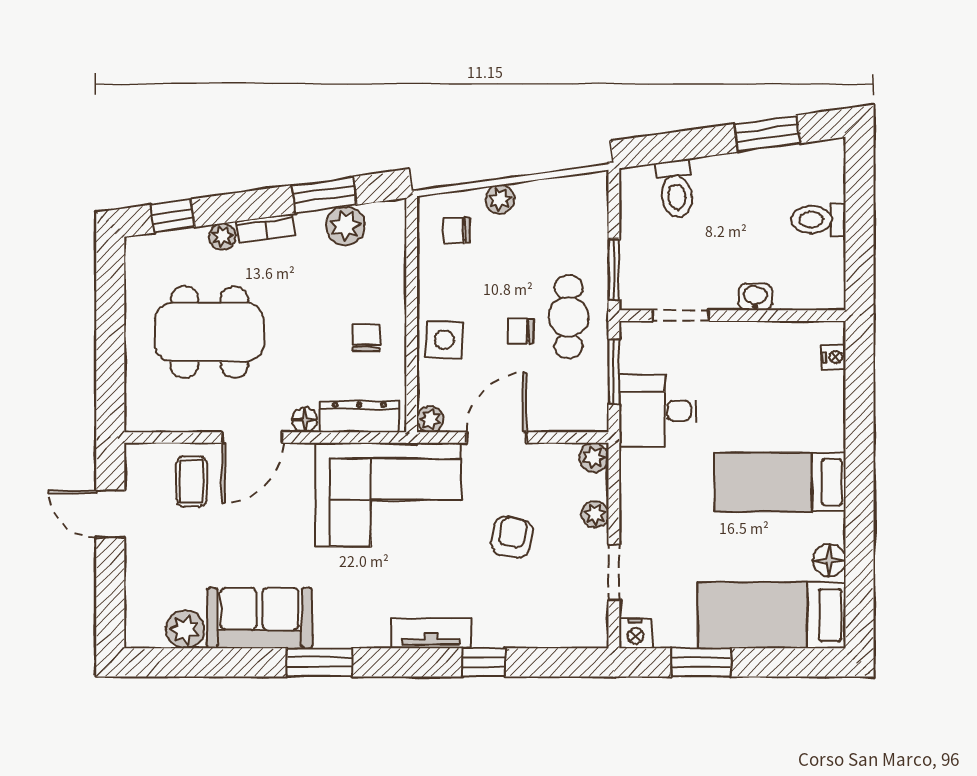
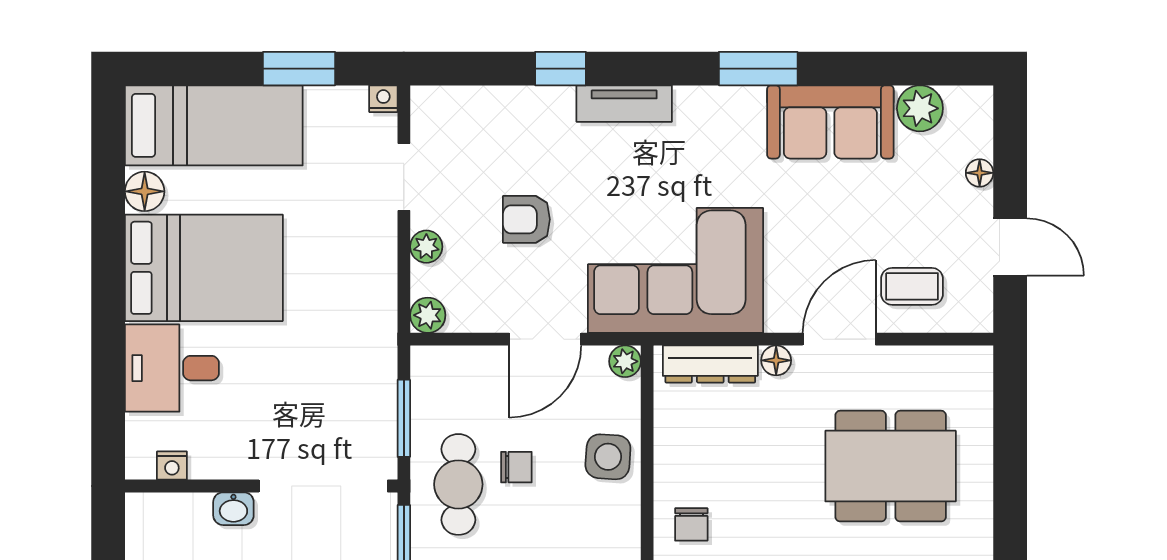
doorway: (681, 316) -> (323, 486), width x1.87
chair: (366, 338) -> (691, 524), moved
nightstand: (834, 357) -> (172, 466), moved, turned -90
desk: (658, 411) -> (172, 368), moved, turned 180
coffee table: (192, 481) -> (912, 286), turned 90
bed: (780, 482) -> (204, 268), width x1.50
armchair: (512, 537) -> (526, 219), turned 79
floor lamp: (136, 576) -> (980, 173), added
nightstand: (635, 633) -> (383, 99), width x0.72, depth x0.74

